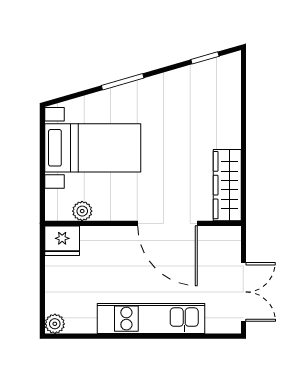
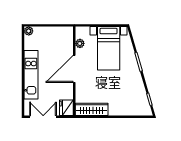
door: (168, 223) -> (74, 69), moved
fridge: (62, 241) -> (66, 108), moved
double door: (243, 292) -> (43, 117), swing flipped

